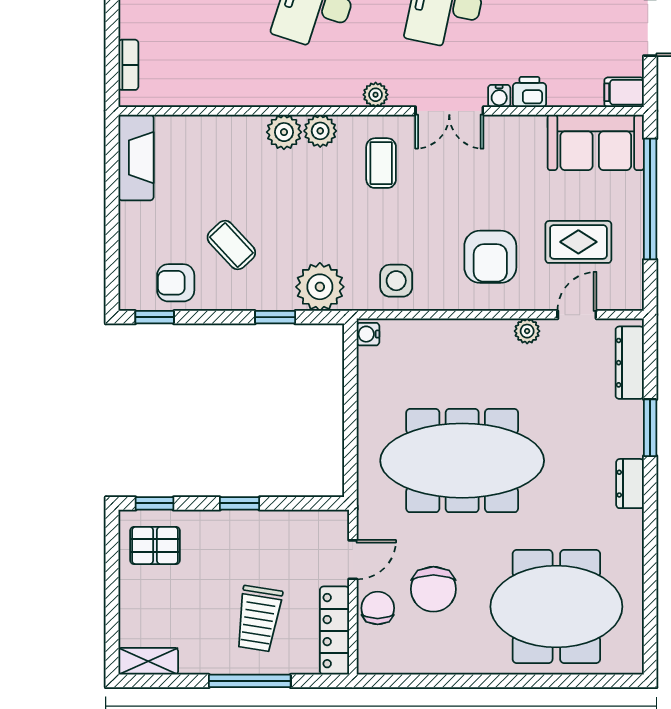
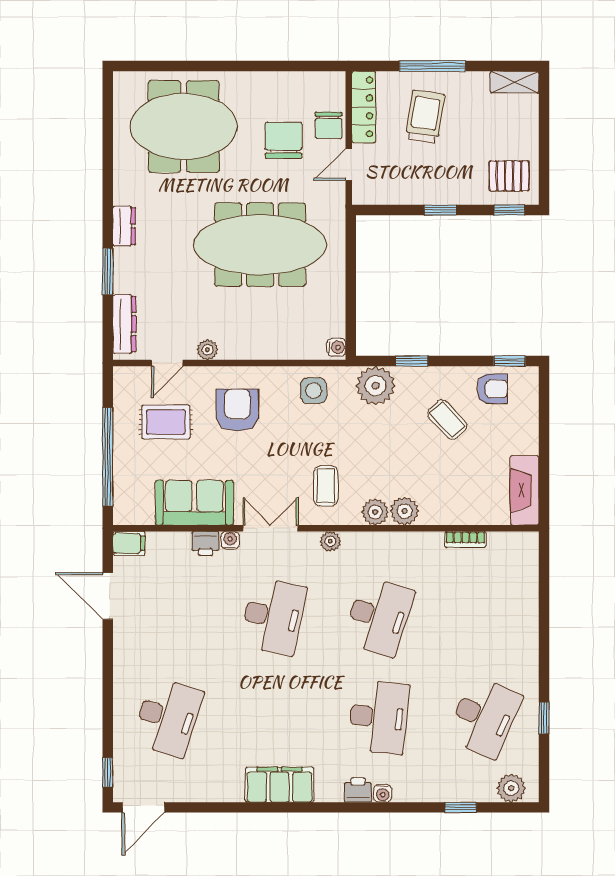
bookcase: (128, 65) -> (465, 539), moved, turned -90
sofa: (596, 142) -> (194, 503), moved

